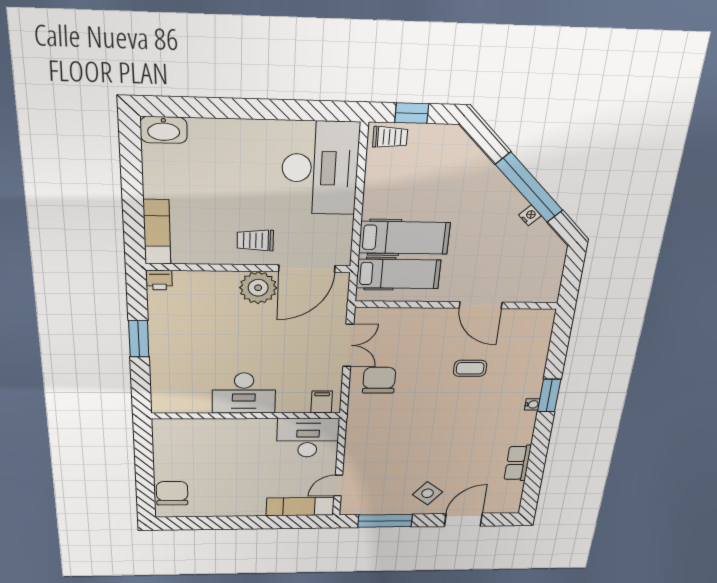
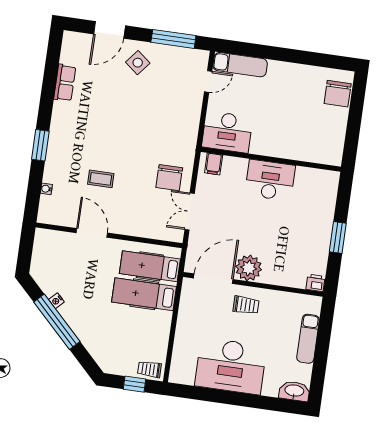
desk: (320, 168) -> (231, 366), moved, turned -90
exam couch: (157, 232) -> (308, 339), moved
water cooler: (532, 404) -> (46, 189), moved

